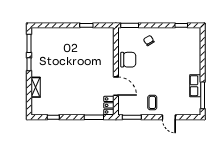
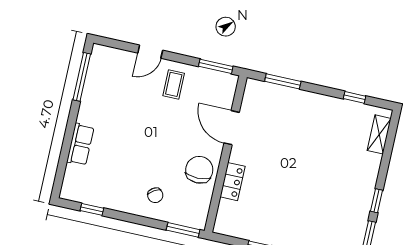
chair: (128, 60) -> (199, 170), turned 90
row of seats: (195, 86) -> (80, 144), moved
shelving: (36, 87) -> (379, 134), moved
locker: (109, 105) -> (233, 182), moved
door: (169, 117) -> (150, 52), swing flipped

